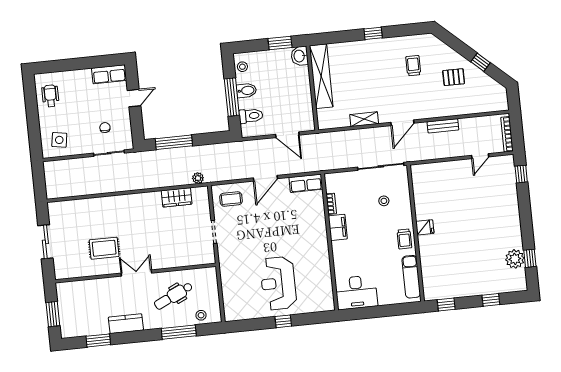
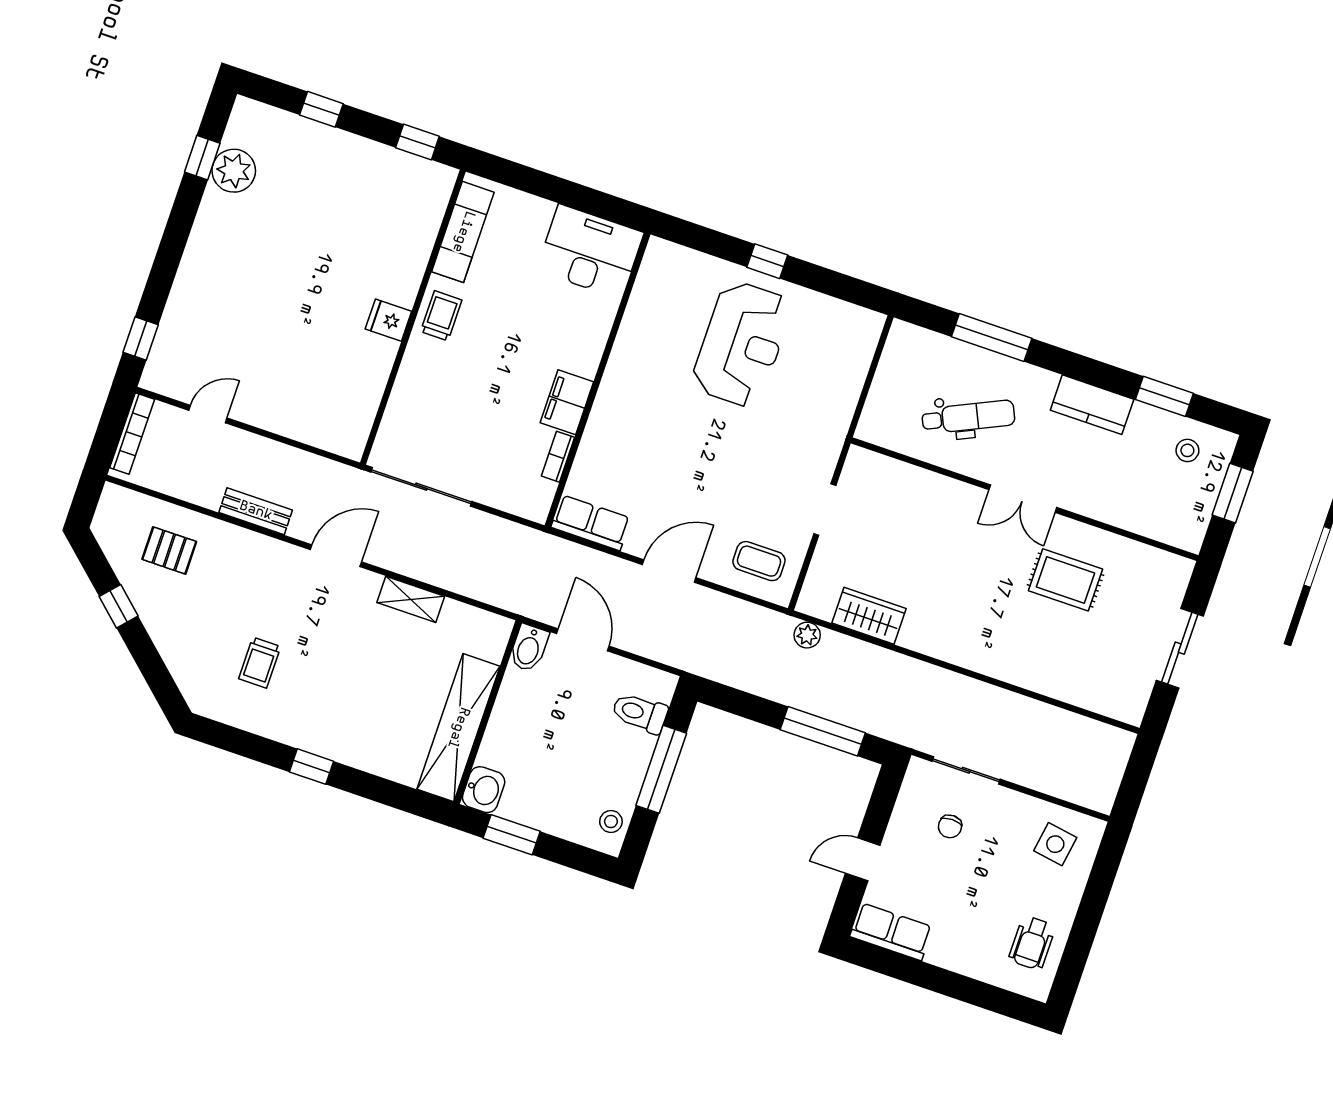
pallet: (454, 77) -> (169, 550), moved
bidet: (246, 91) -> (529, 648), moved, turned -90
stool: (384, 201) -> (447, 413), removed
stool: (201, 315) -> (1187, 450), moved

